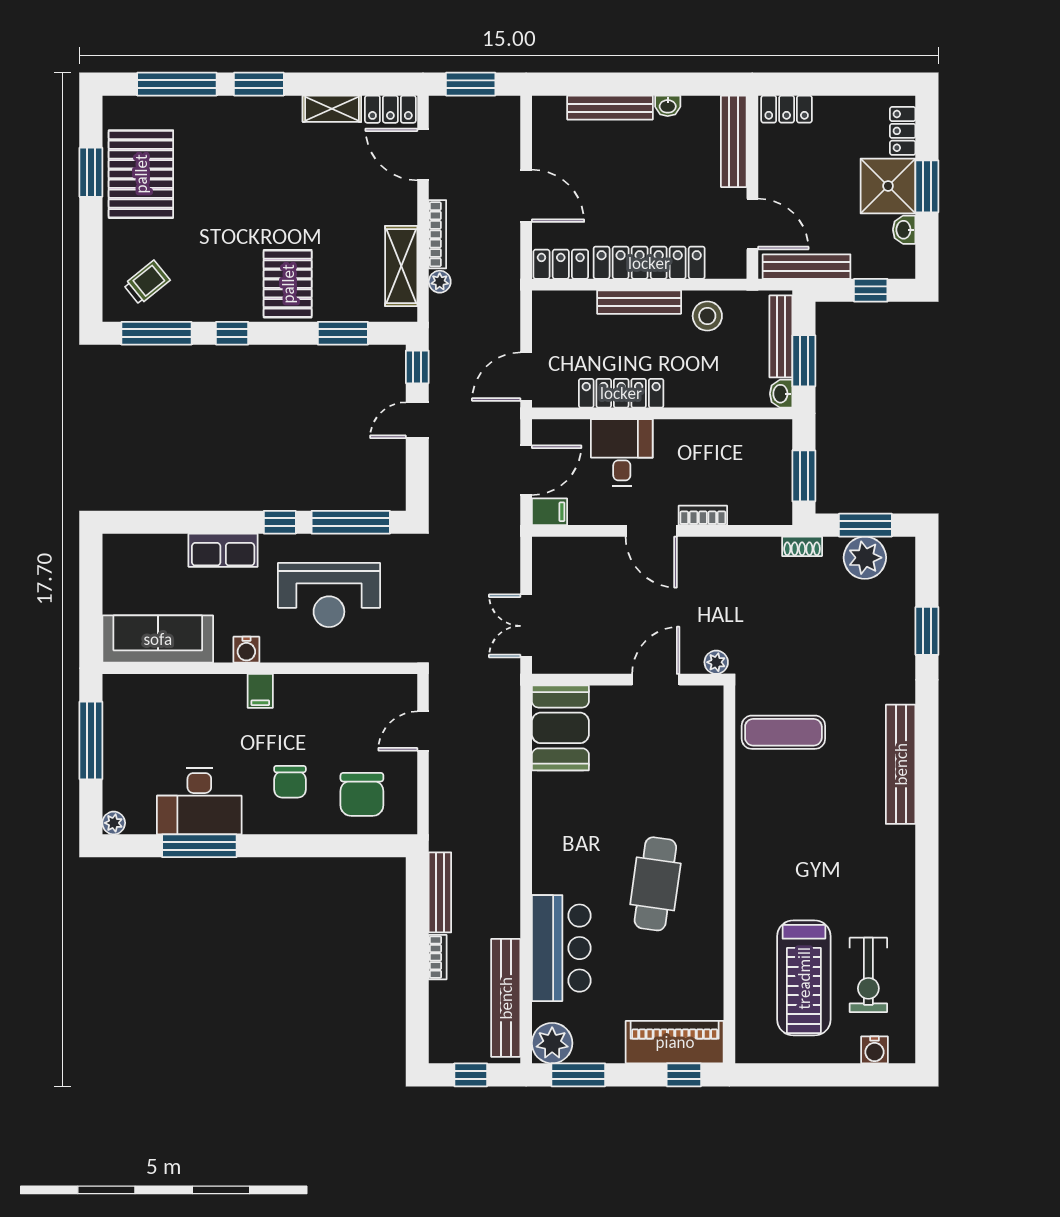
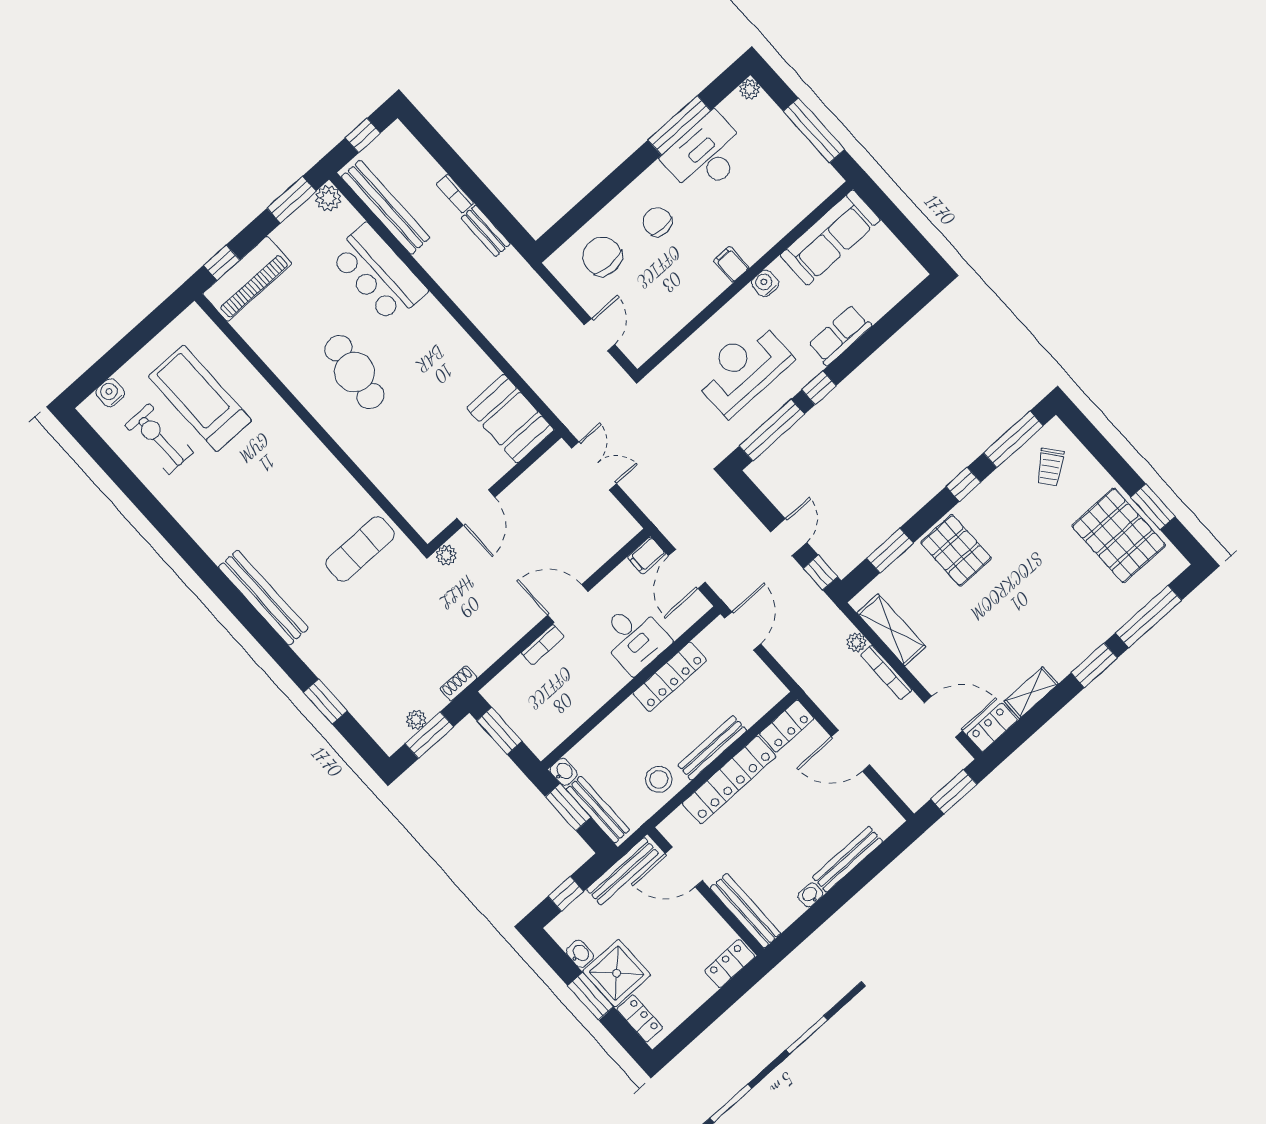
plant: (865, 558) -> (416, 720), width x0.53, depth x0.53
bench: (440, 892) -> (486, 231), width x0.73
plant: (552, 1043) -> (328, 198), width x0.73, depth x0.73

